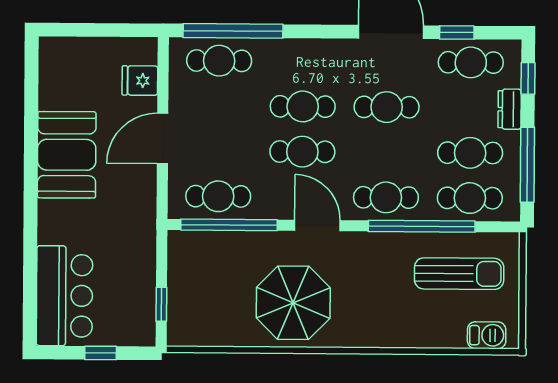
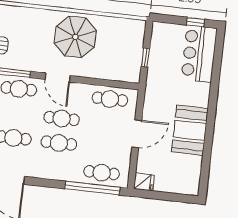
fridge: (140, 81) -> (144, 182), moved
window: (229, 225) -> (106, 83), removed
window: (161, 304) -> (145, 57), moved
window: (101, 353) -> (196, 22), moved

